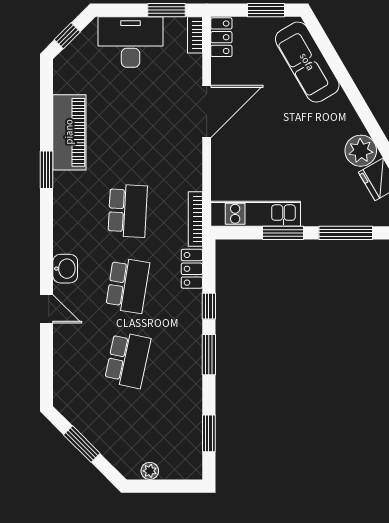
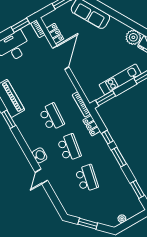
locker: (221, 37) -> (55, 34), moved
kitchen unit: (256, 214) -> (120, 79), moved
window: (283, 233) -> (106, 98), moved
door: (47, 309) -> (41, 176), swing flipped

